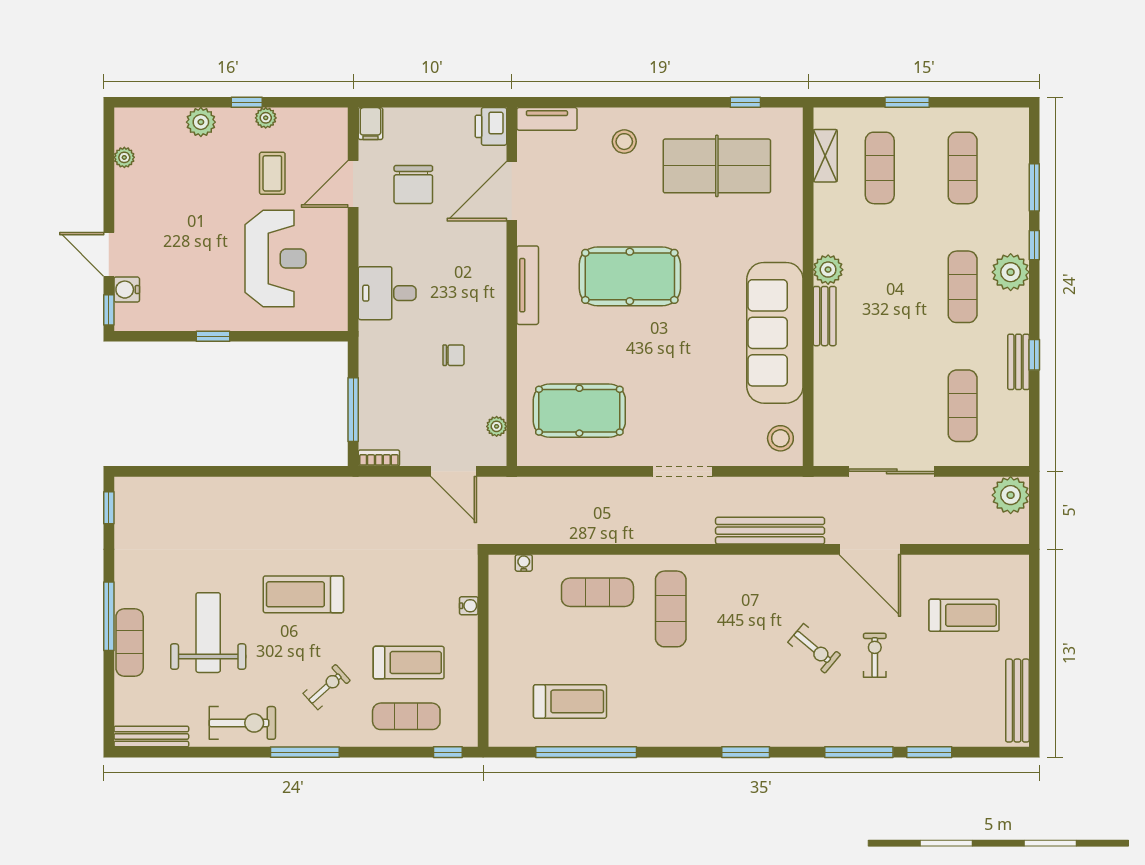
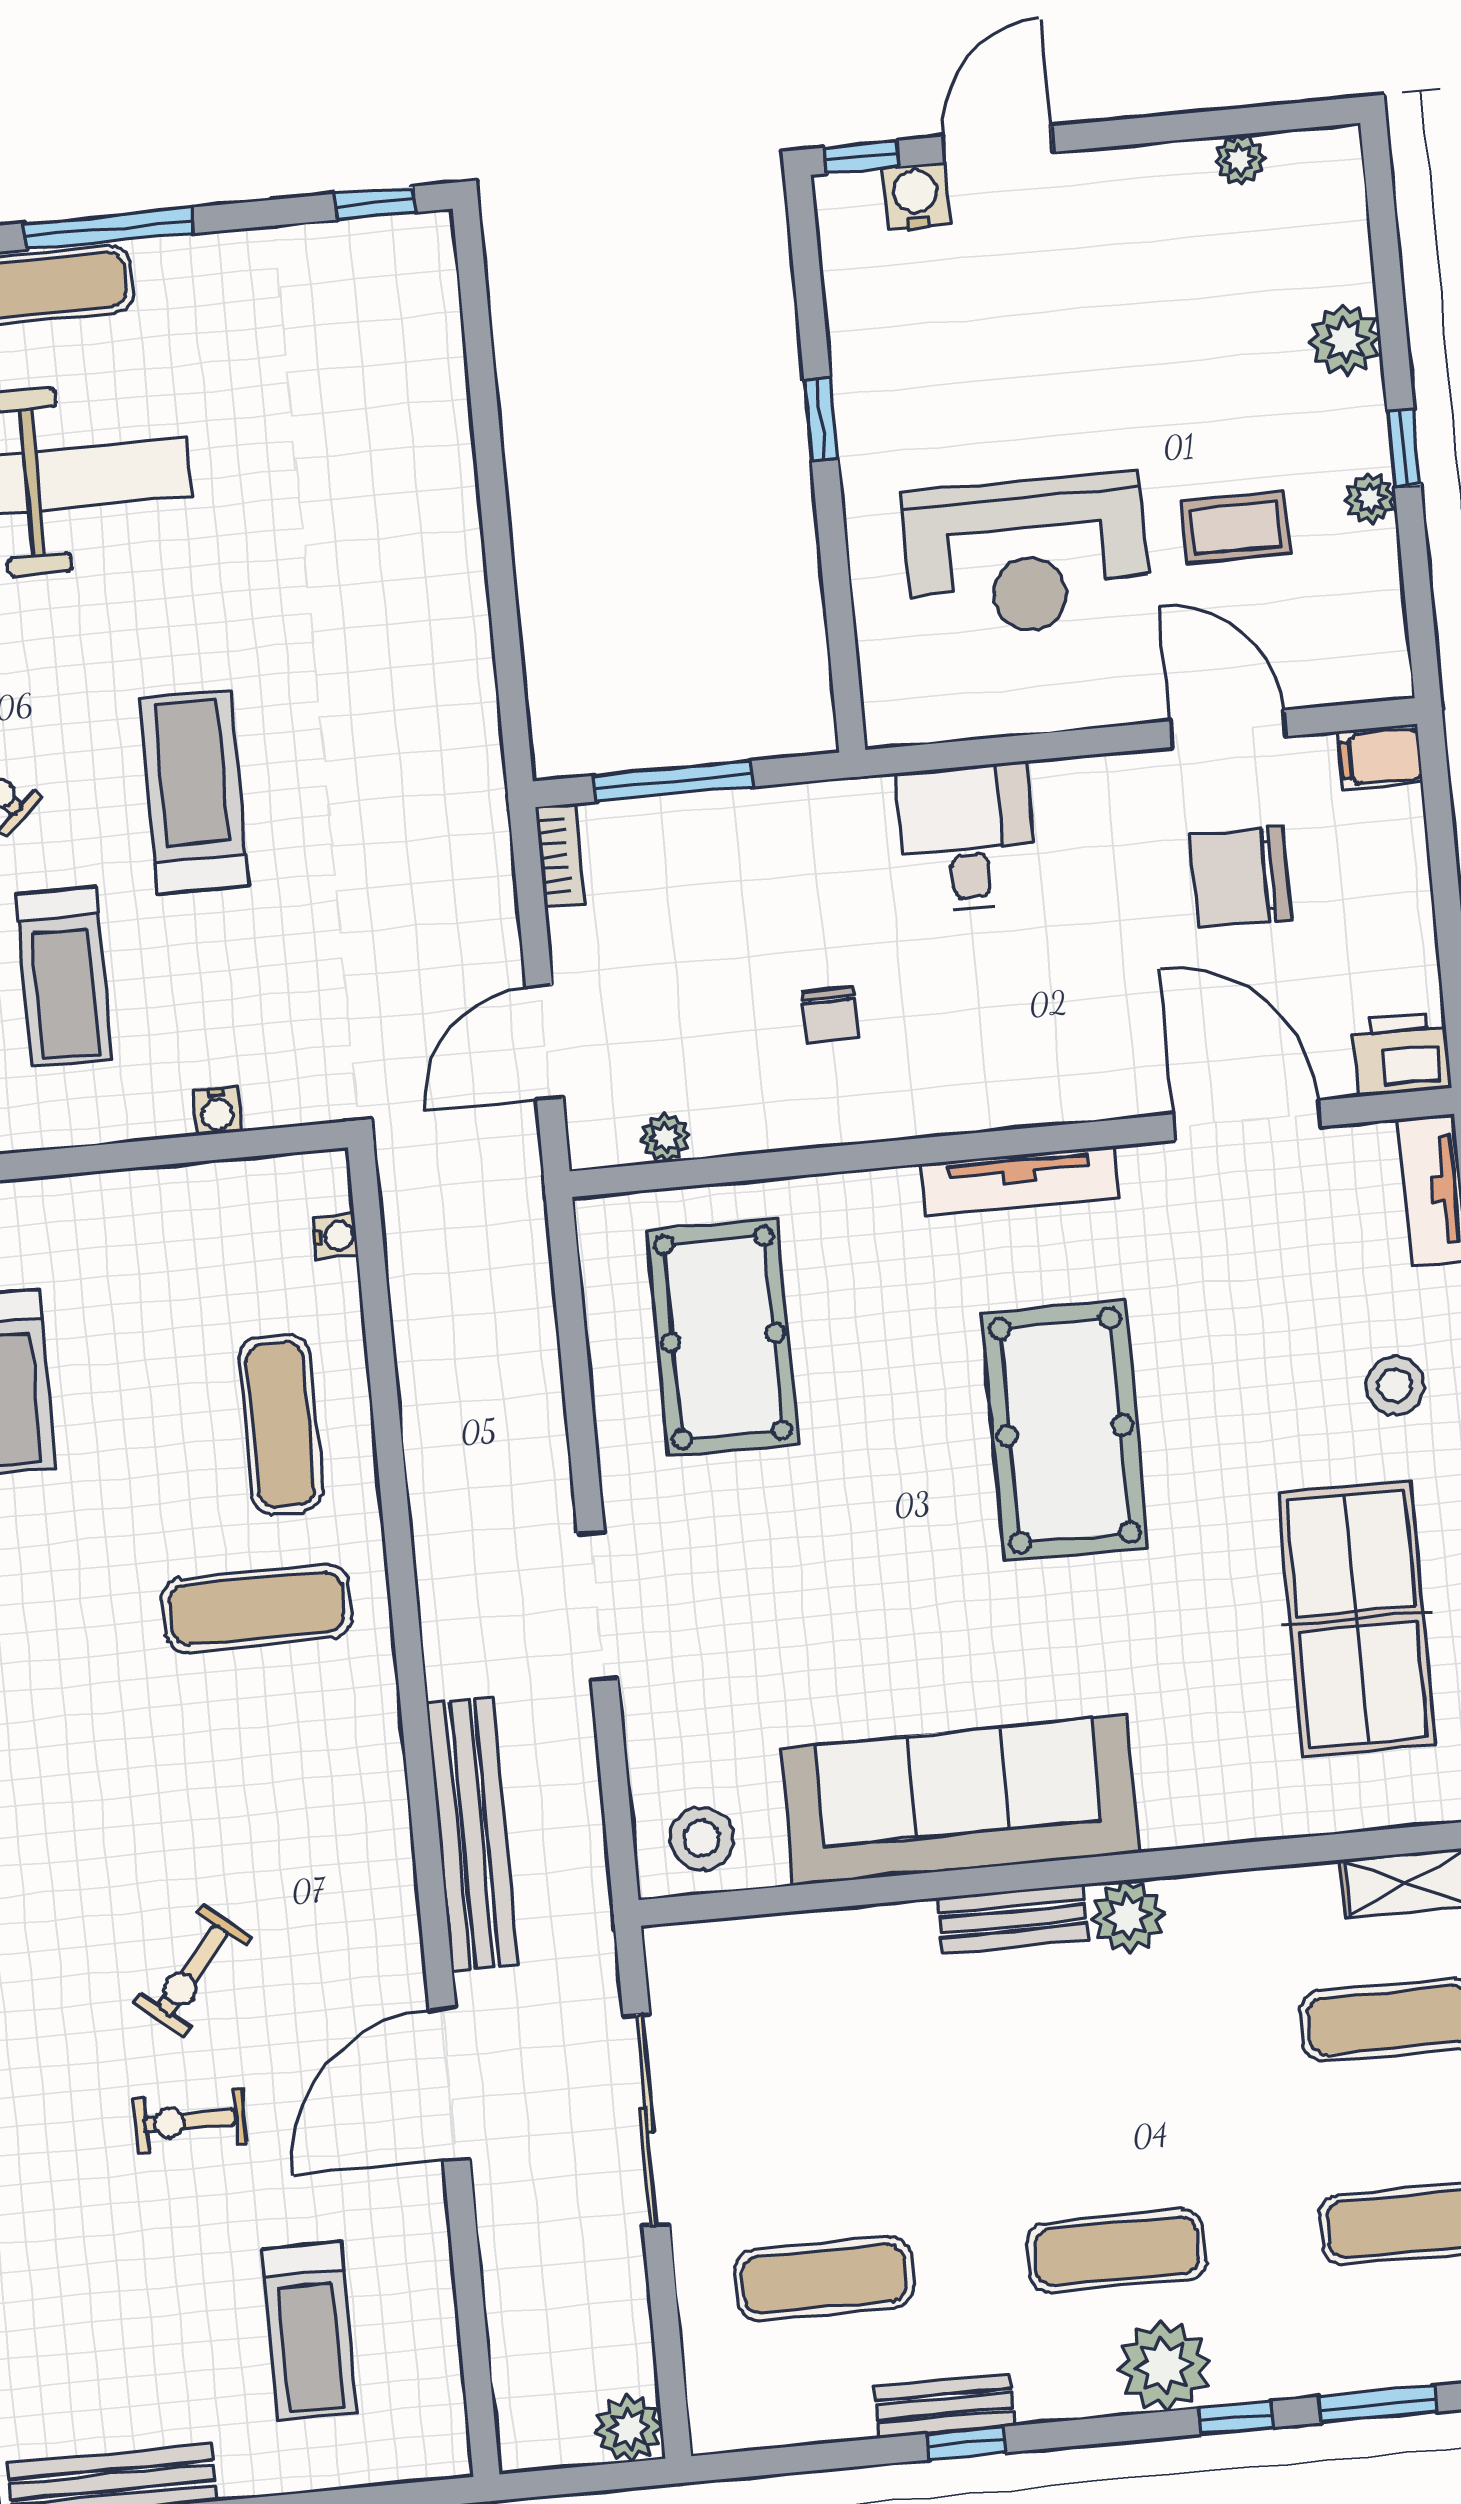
plant: (1011, 495) -> (629, 2429), width x0.73, depth x0.73
treadmill: (303, 594) -> (194, 792), moved
exercise bike: (875, 655) -> (190, 2121), turned 180

